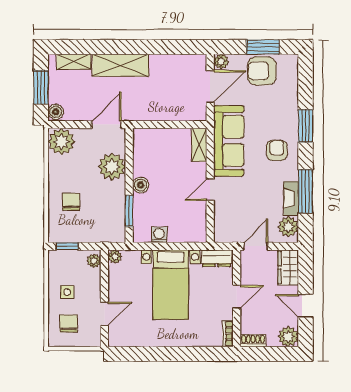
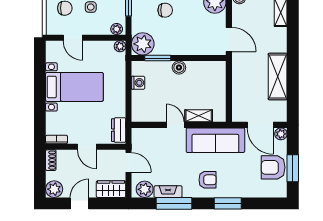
shelving: (121, 65) -> (278, 77), moved
armchair: (262, 71) -> (273, 167), turned -90
shelving: (199, 145) -> (199, 116), moved
plant: (112, 167) -> (143, 44), moved
bed with nightstands: (171, 285) -> (74, 87), moved, turned 180

